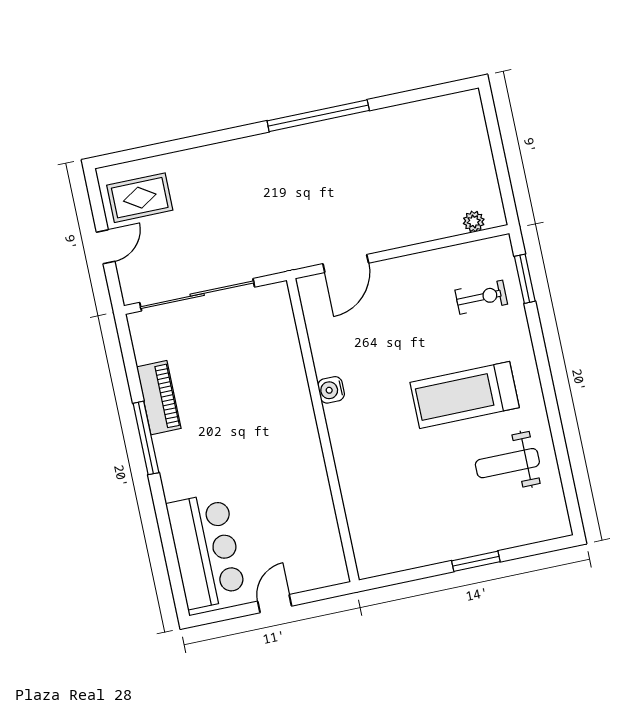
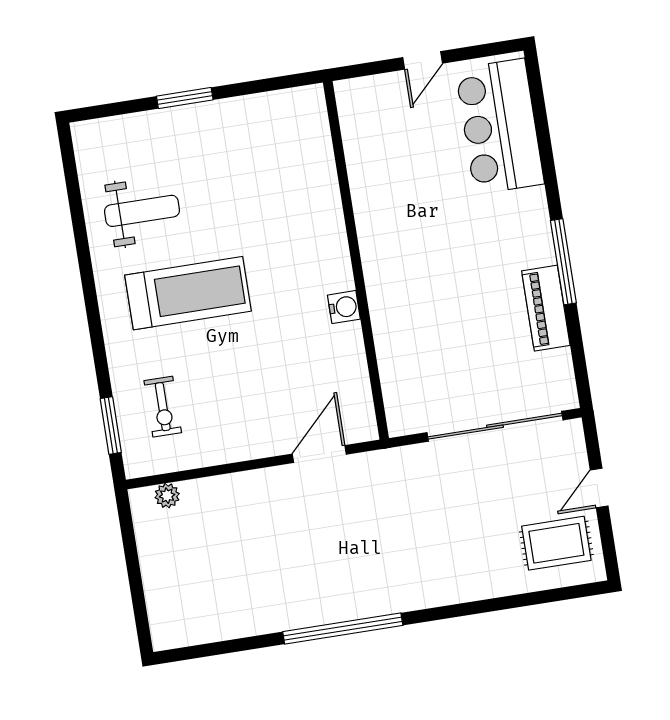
exercise bike: (481, 297) -> (163, 407), turned -90

